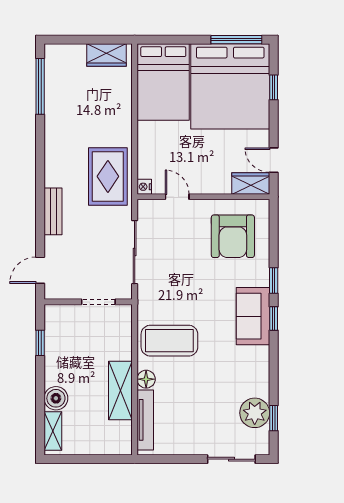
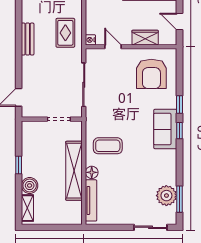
rug: (108, 176) -> (65, 33), width x0.73, depth x0.70
wardrobe: (251, 183) -> (145, 38), moved
bench: (53, 211) -> (28, 39), moved
coffee table: (169, 341) -> (108, 146), width x0.73, depth x0.76
window: (40, 343) -> (19, 165), moved
shelving: (120, 391) -> (74, 171), width x1.47
window: (274, 418) -> (180, 199), width x1.50

